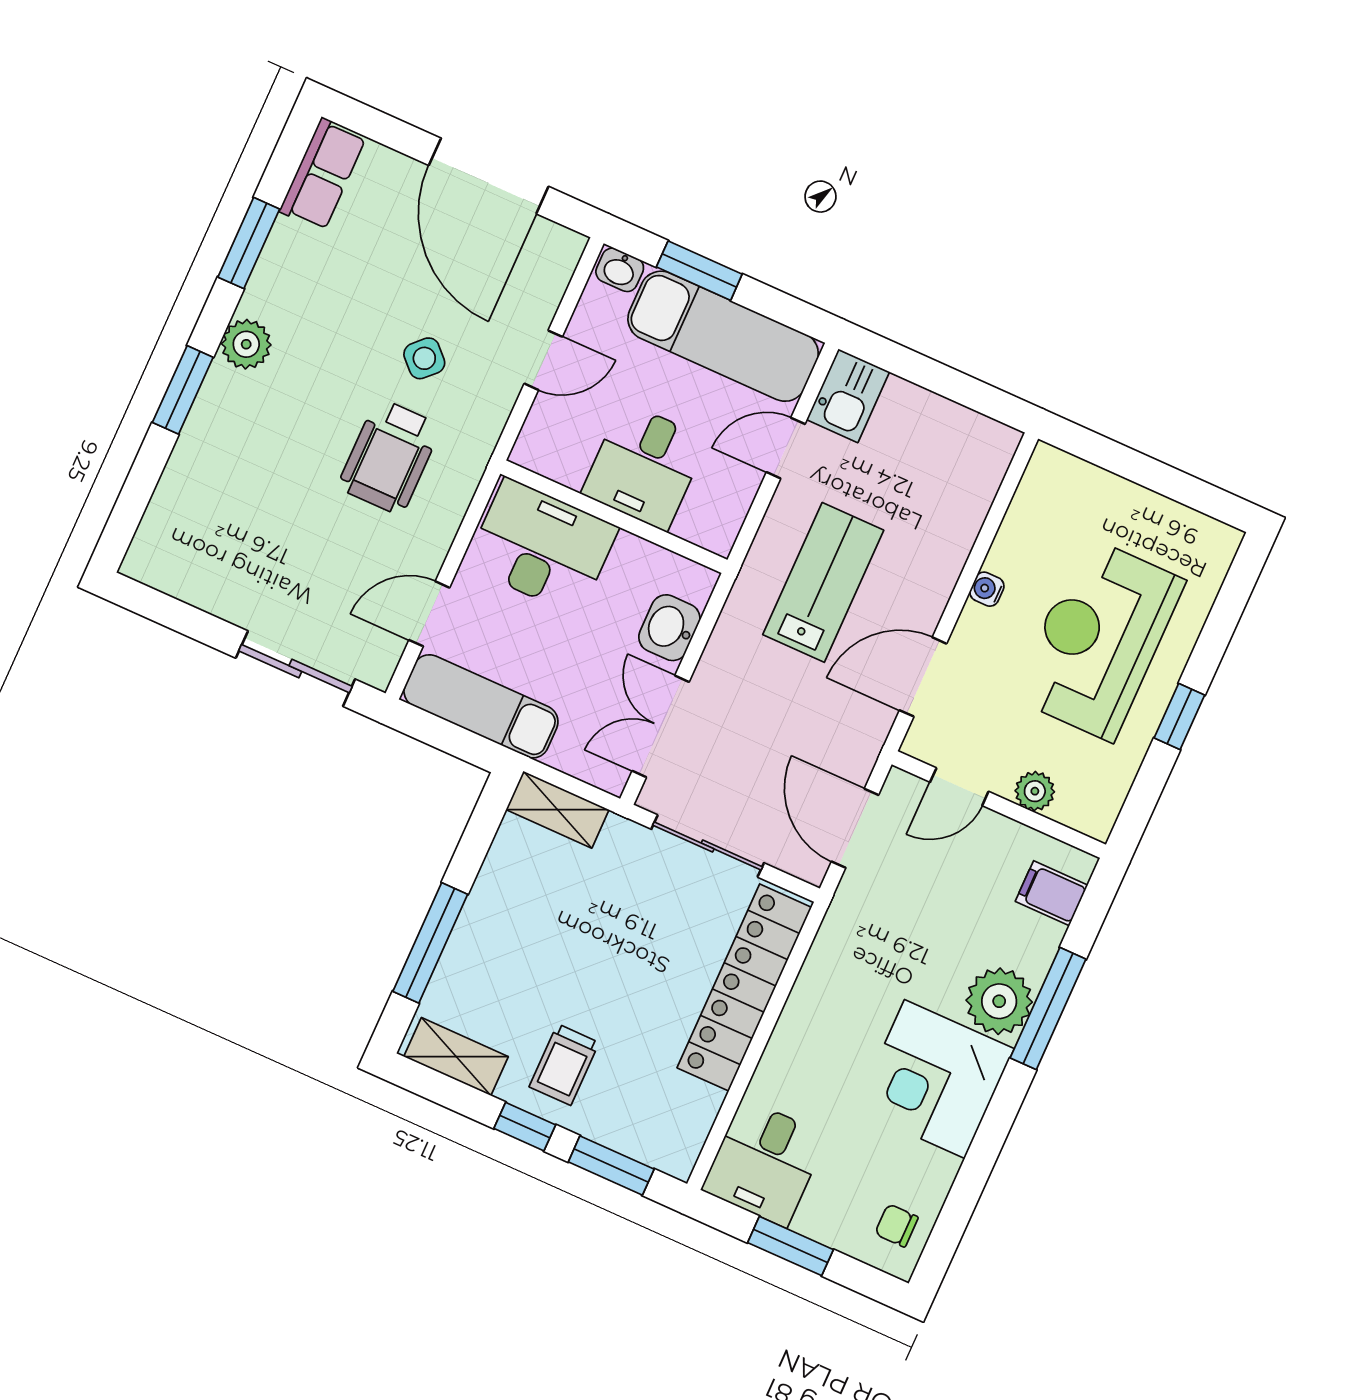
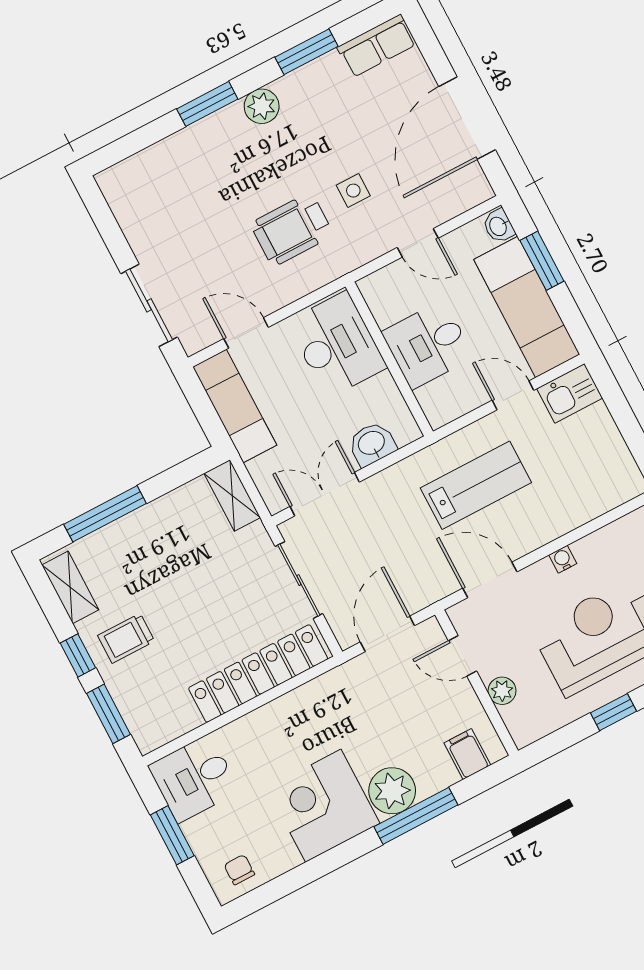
side table: (424, 358) -> (353, 191), turned 45

